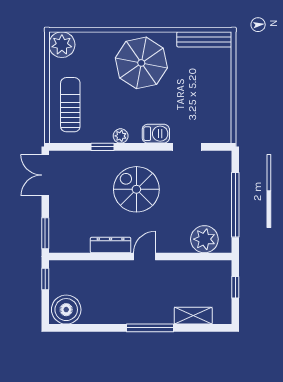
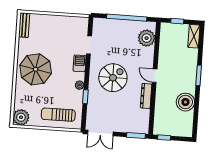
bench: (204, 39) -> (24, 25), width x0.73
spiral stairs: (136, 189) -> (113, 78), turned 180
boiler: (66, 310) -> (185, 102), moved
shelving: (193, 316) -> (194, 36), moved
window: (150, 328) -> (199, 75), width x0.69

